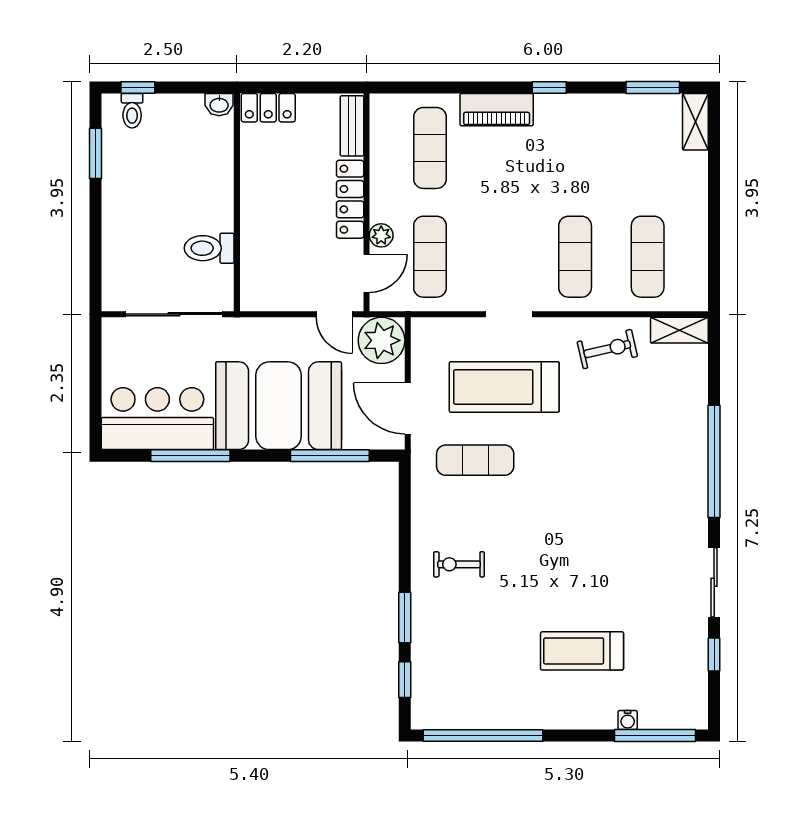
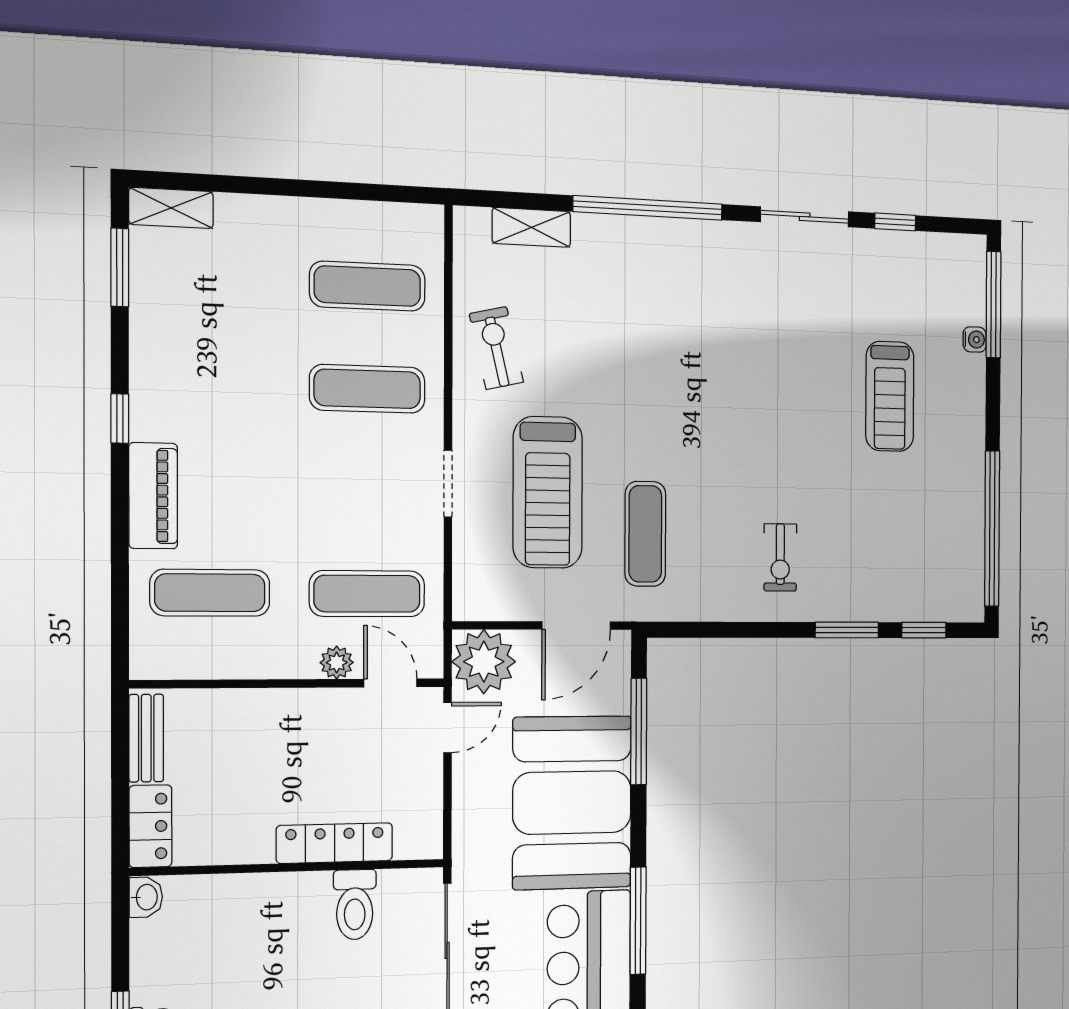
bench: (352, 126) -> (146, 738), moved, turned 90
locker: (350, 199) -> (335, 843), moved, turned 180
shelving: (679, 330) -> (531, 227), moved, turned 90

